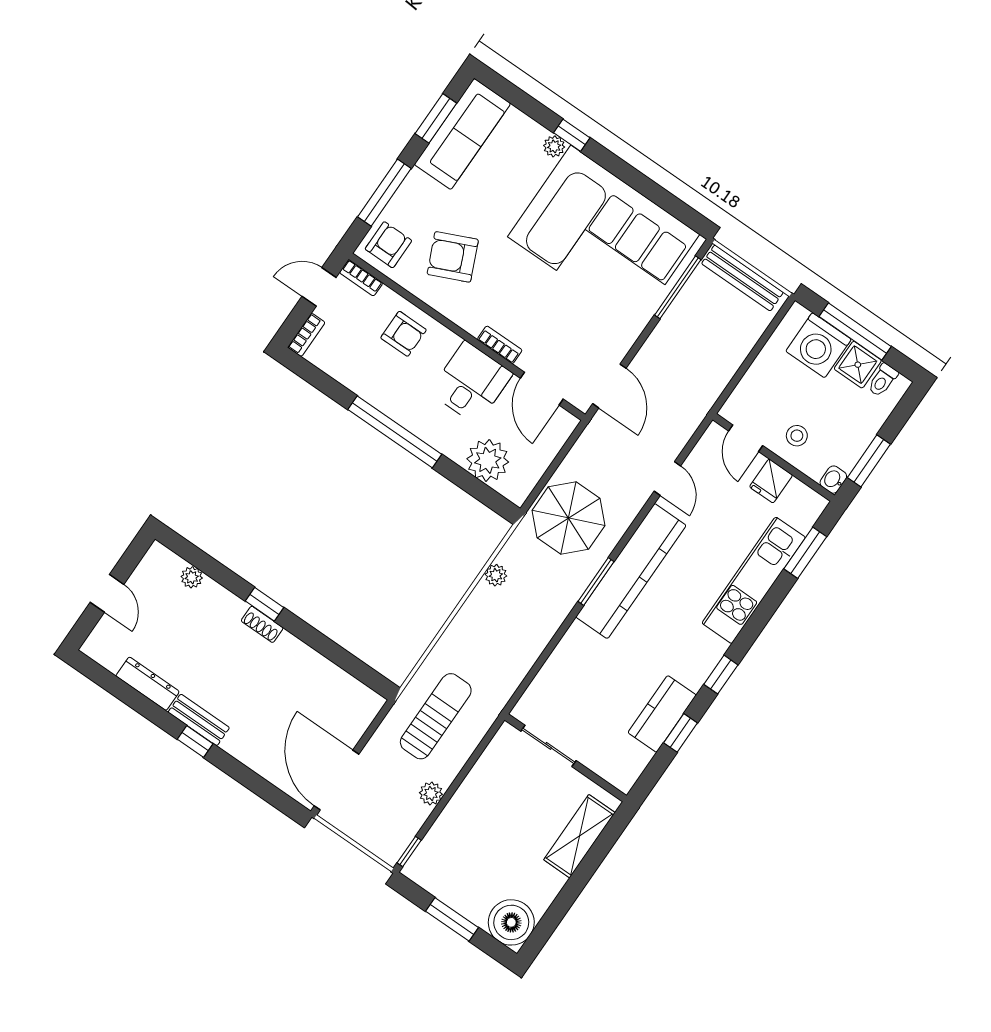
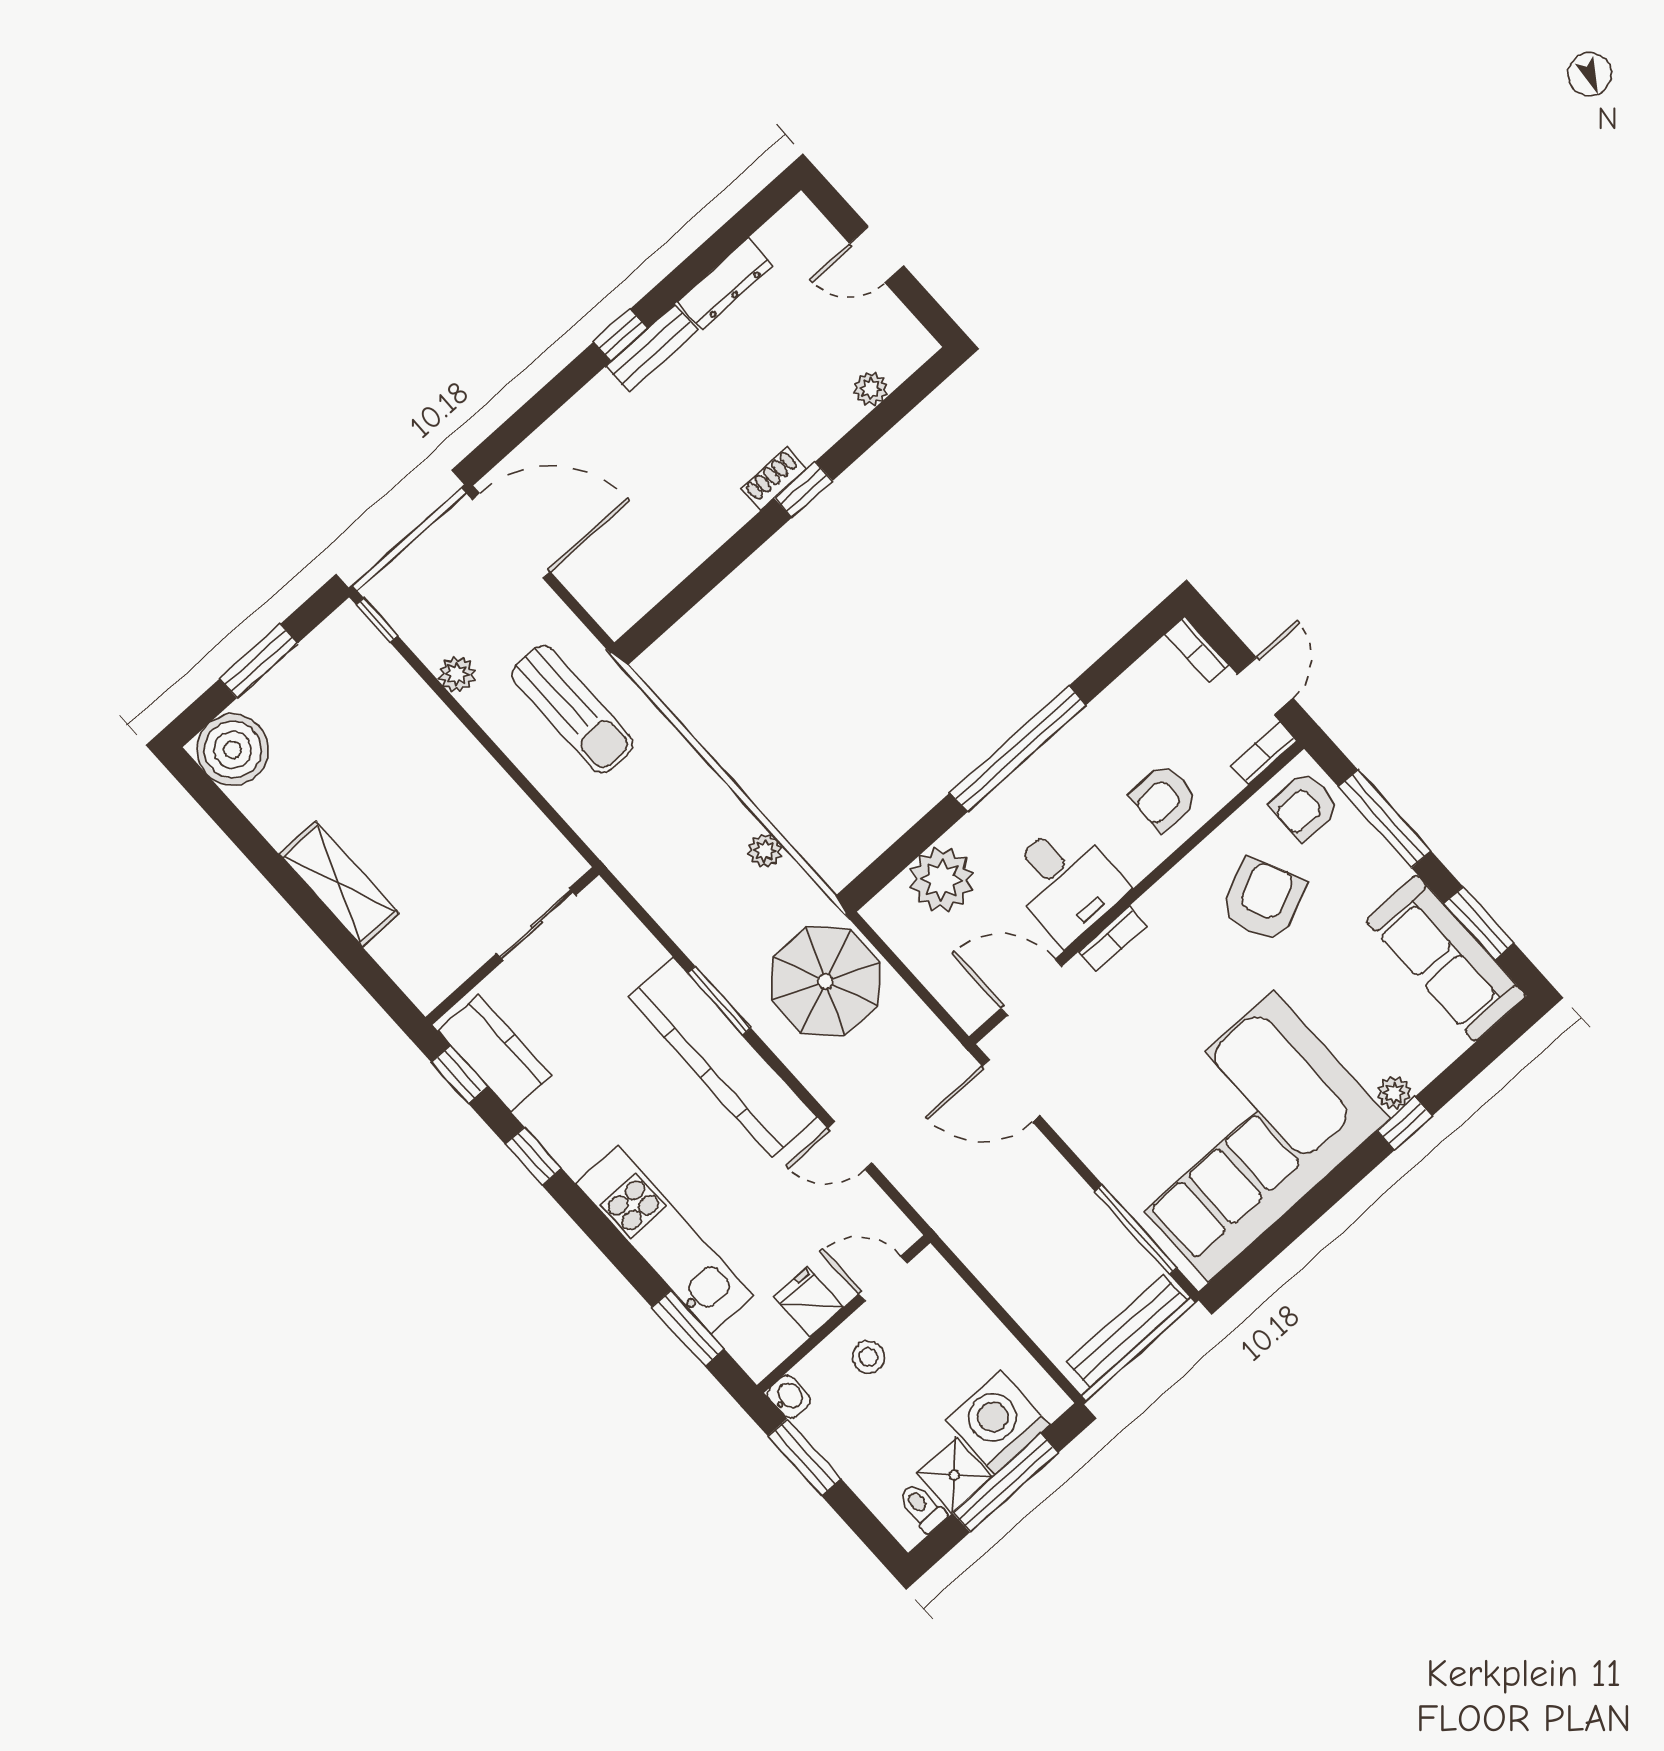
armchair: (388, 245) -> (1304, 806), turned 90
sliding door: (548, 746) -> (536, 924), moved
wall: (566, 758) -> (512, 946), moved

